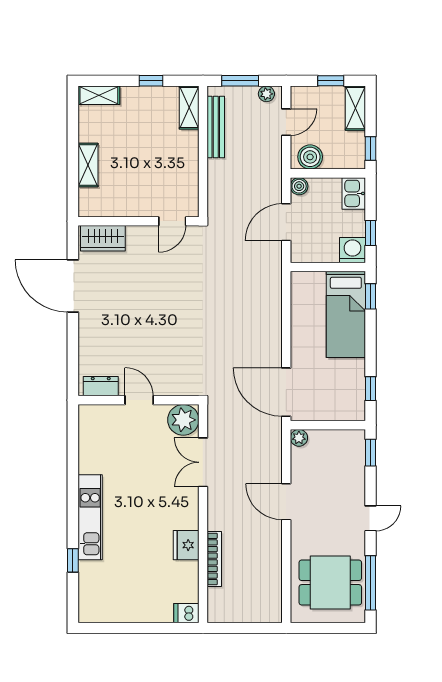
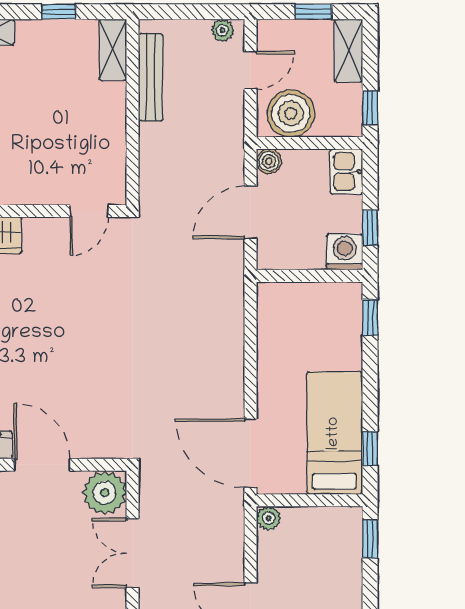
window: (240, 81) -> (185, 12), removed
boiler: (310, 157) -> (291, 113), width x1.37, depth x1.37
bed: (346, 314) -> (334, 433), moved, turned 180
door: (139, 400) -> (42, 465), width x1.37

